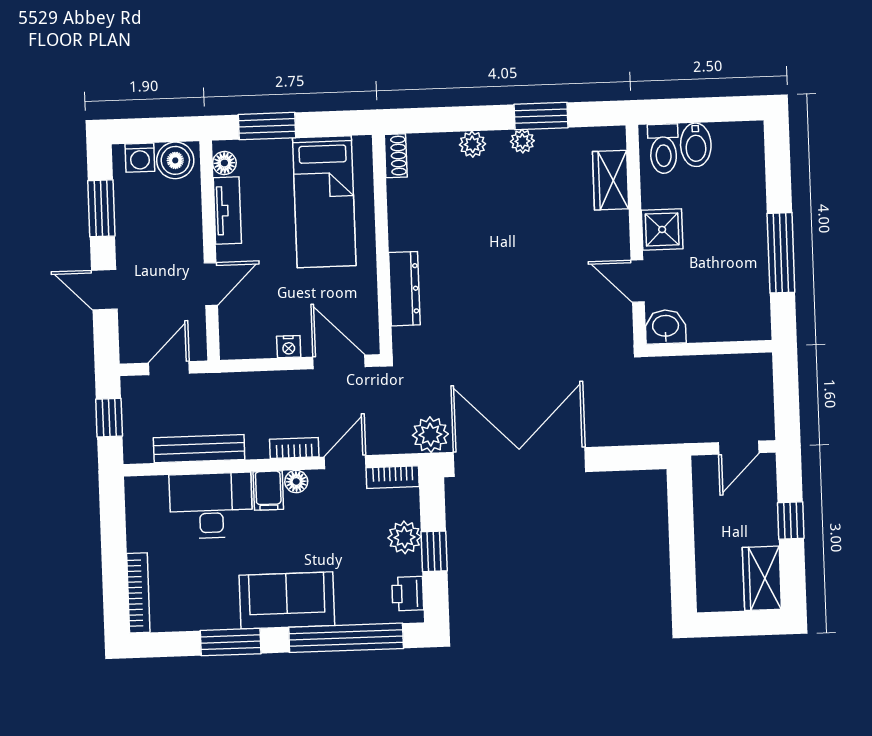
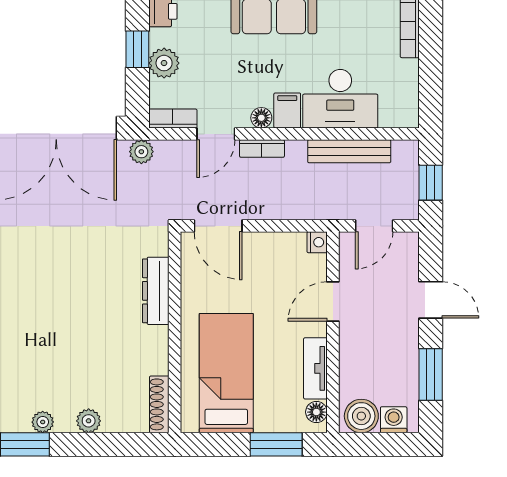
shoe rack: (396, 156) -> (159, 404), width x1.43
nightstand: (289, 347) -> (317, 242), moved, turned 90
plant: (430, 435) -> (141, 152), width x0.73, depth x0.73

